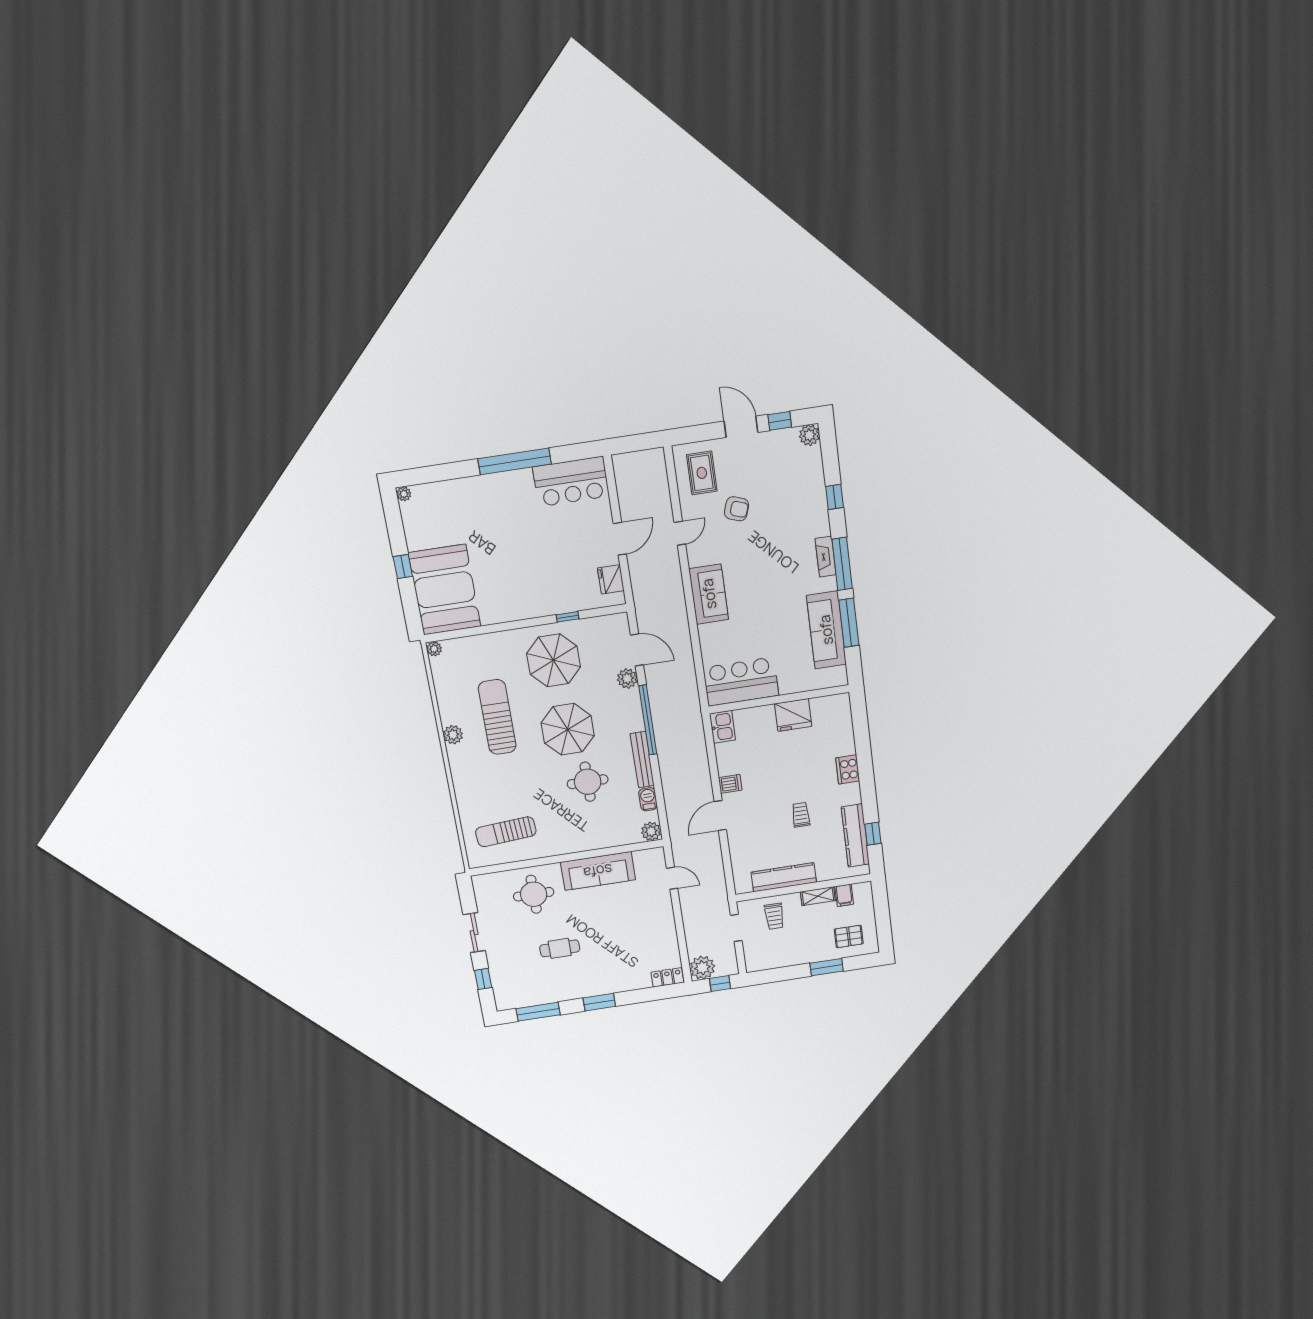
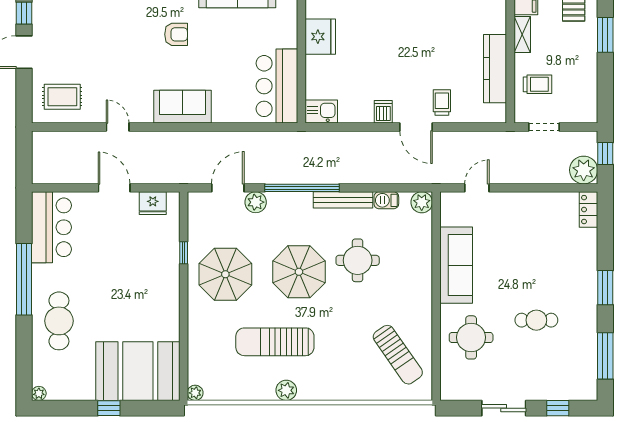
cafe table: (479, 503) -> (59, 321), added
armchair: (737, 509) -> (176, 34), moved, turned 71
trolley: (801, 815) -> (442, 103), moved, turned 90
sun lounger: (506, 832) -> (398, 355), turned -31
cafe table: (560, 948) -> (536, 320), turned 90

